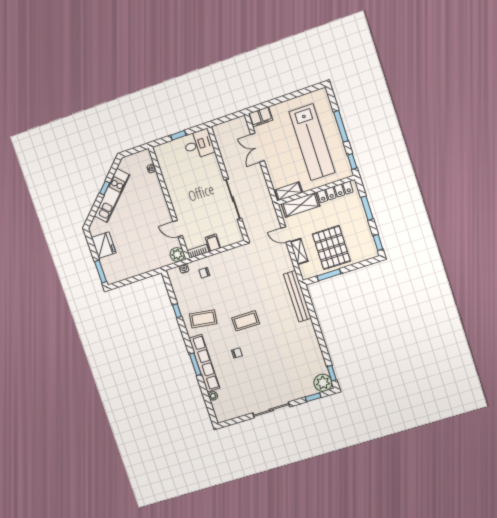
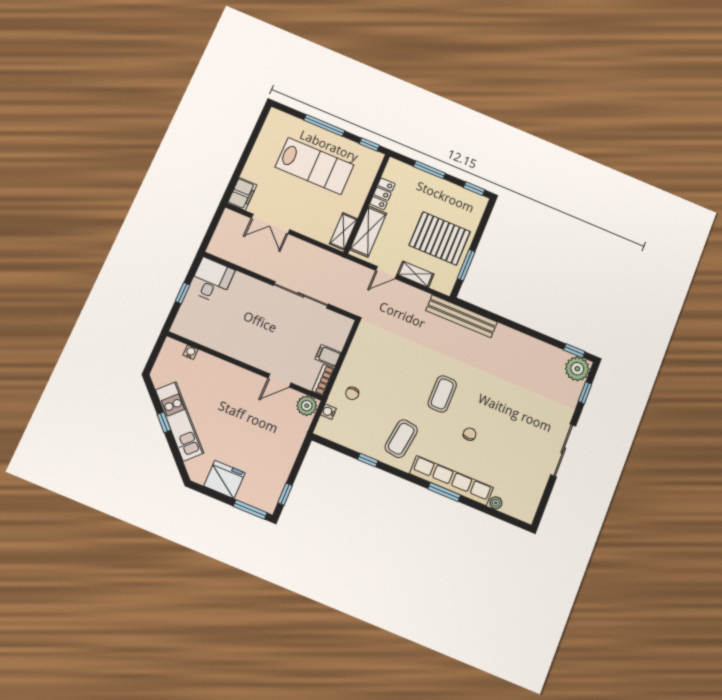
lab bench: (312, 142) -> (314, 166), width x0.73
locker: (335, 192) -> (382, 194), width x0.66
window: (123, 283) -> (285, 494), added

